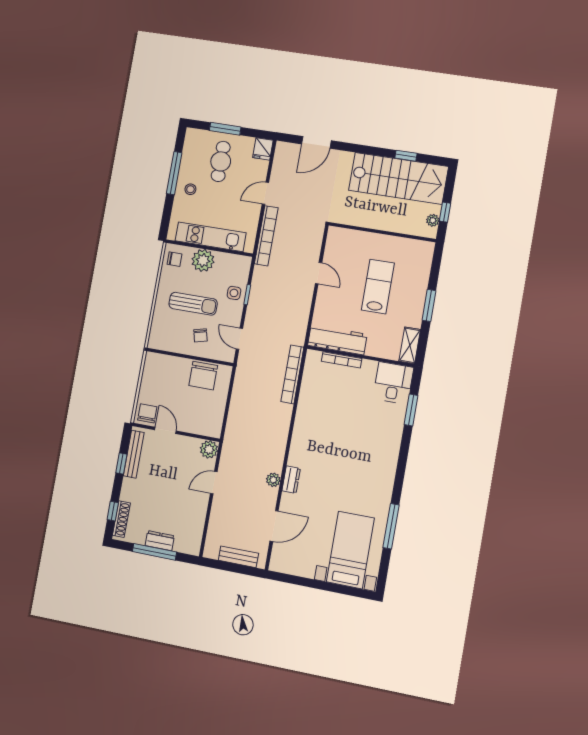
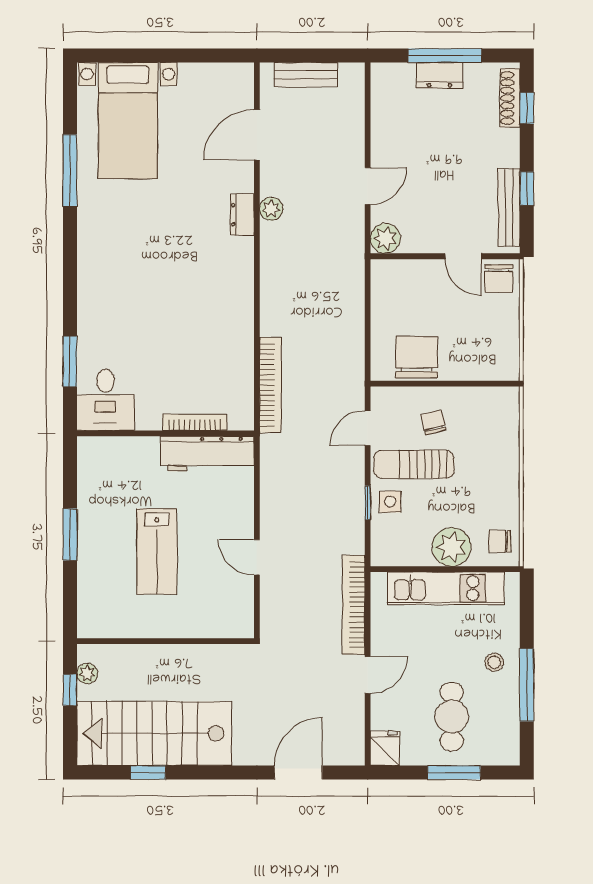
sun lounger: (193, 304) -> (414, 464), moved
door: (239, 339) -> (368, 428), swing flipped
shelving: (410, 345) -> (90, 465), removed

